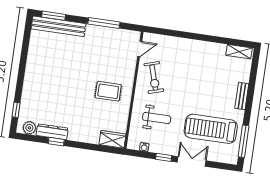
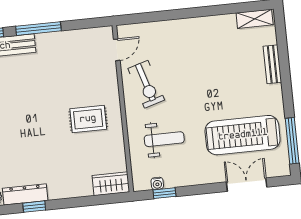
window: (104, 23) -> (38, 29), moved
bench: (242, 96) -> (272, 64), moved
window: (164, 157) -> (164, 193), moved
double door: (192, 161) -> (247, 185), moved

